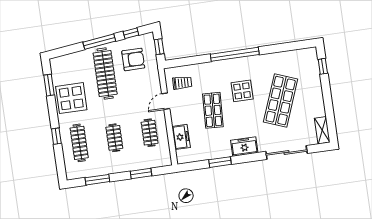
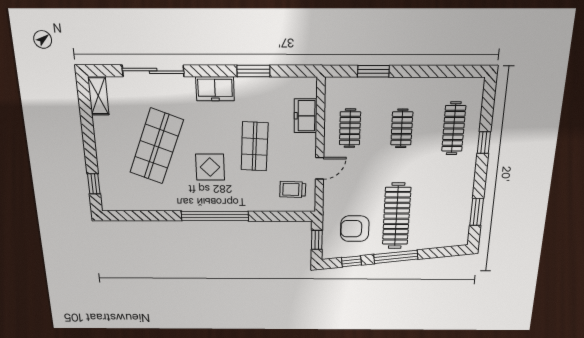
display table: (71, 98) -> (450, 191), removed
window: (97, 180) -> (439, 71), removed

